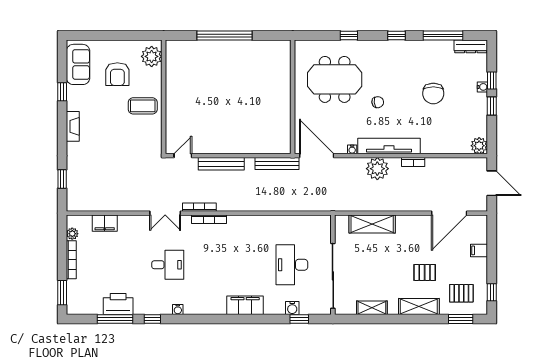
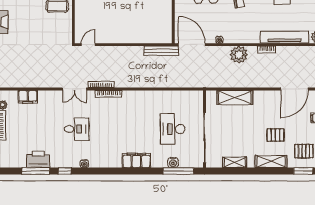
tv unit: (389, 146) -> (285, 37), moved
bench: (221, 164) -> (118, 51), removed
window: (299, 319) -> (178, 171), width x2.17

